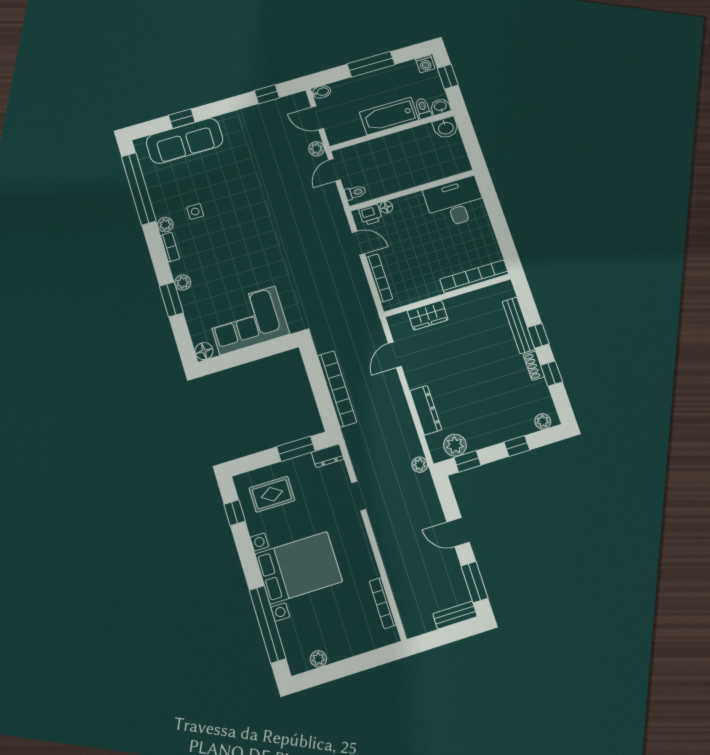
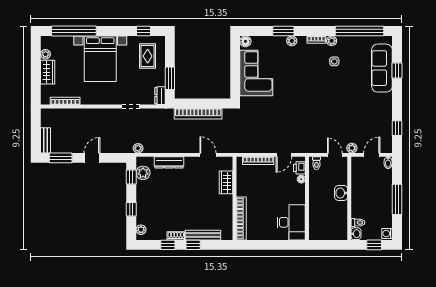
bathtub: (389, 116) -> (359, 200), removed
washbasin: (446, 128) -> (341, 193), moved
wardrobe: (346, 646) -> (48, 72), added

